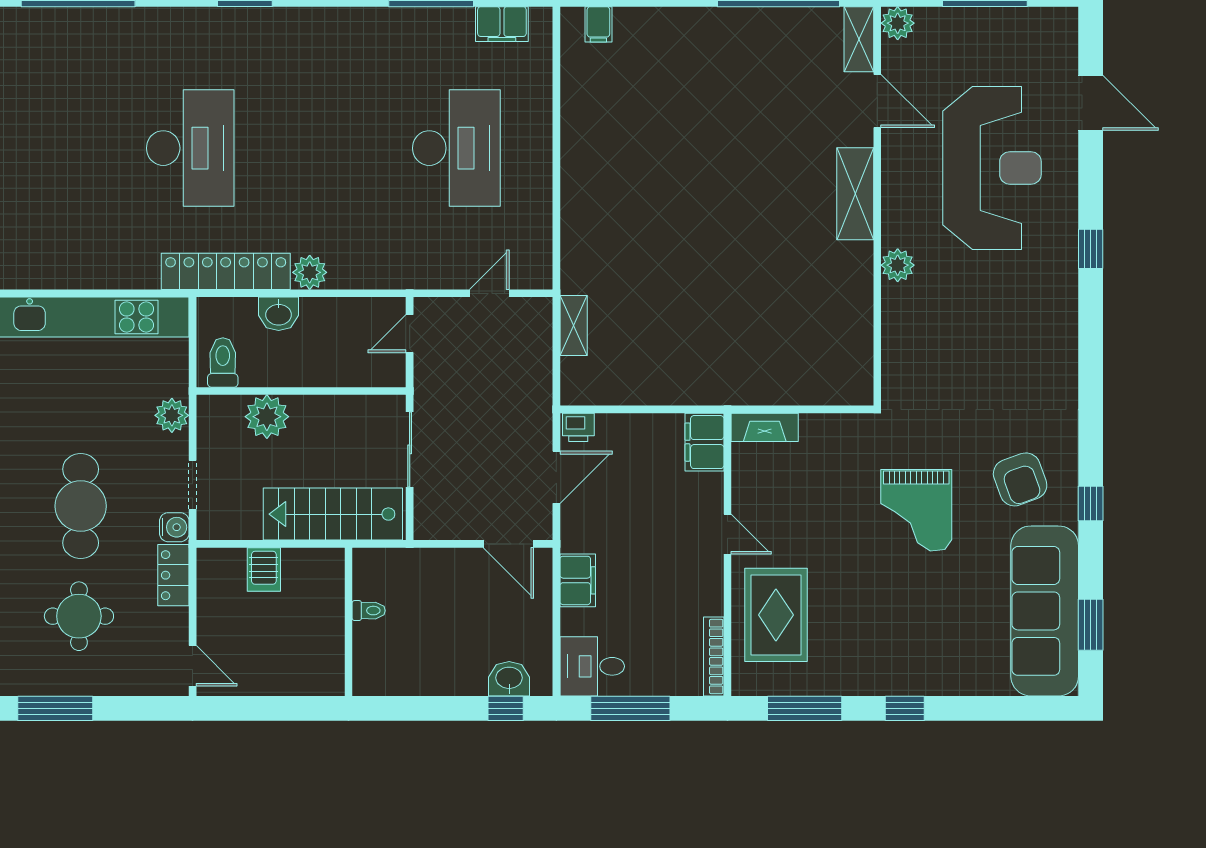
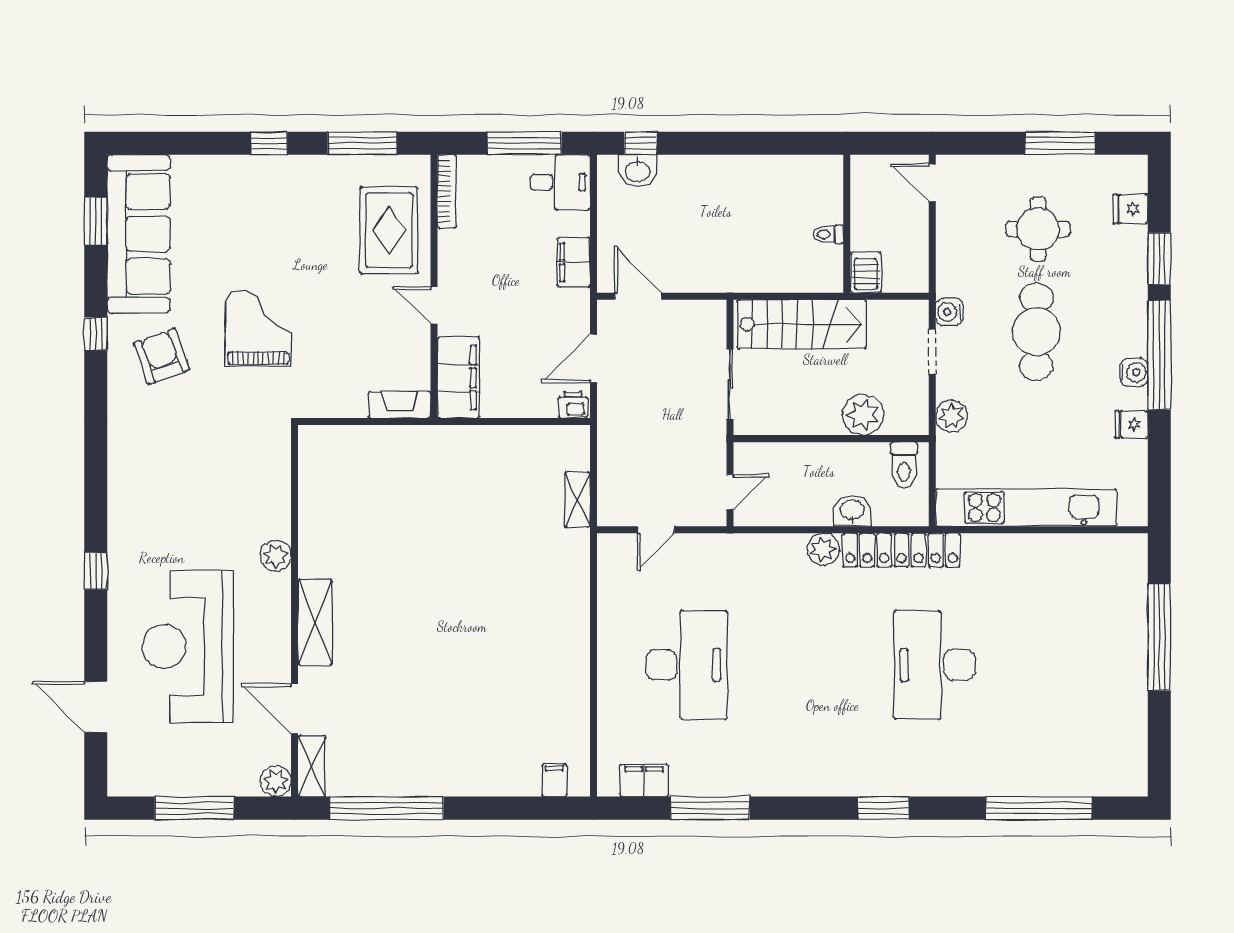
desk: (456, 148) -> (687, 665), turned 180
filing cabinet: (705, 442) -> (458, 378), width x1.50, depth x1.17
locker: (173, 575) -> (950, 267), removed
toilet: (369, 611) -> (828, 234), moved
wall: (348, 622) -> (847, 224), moved

